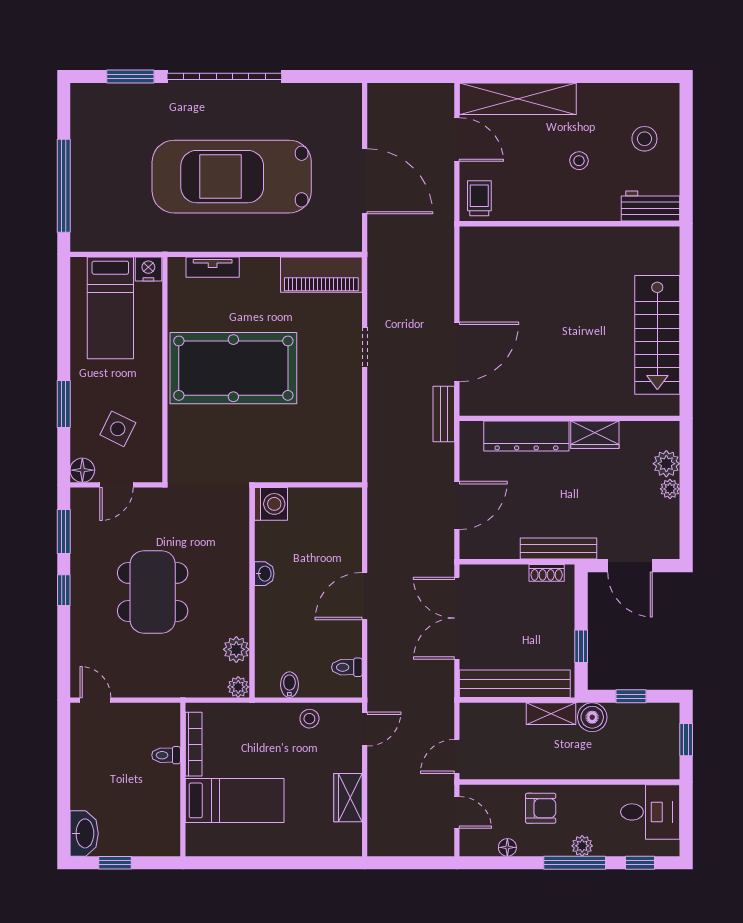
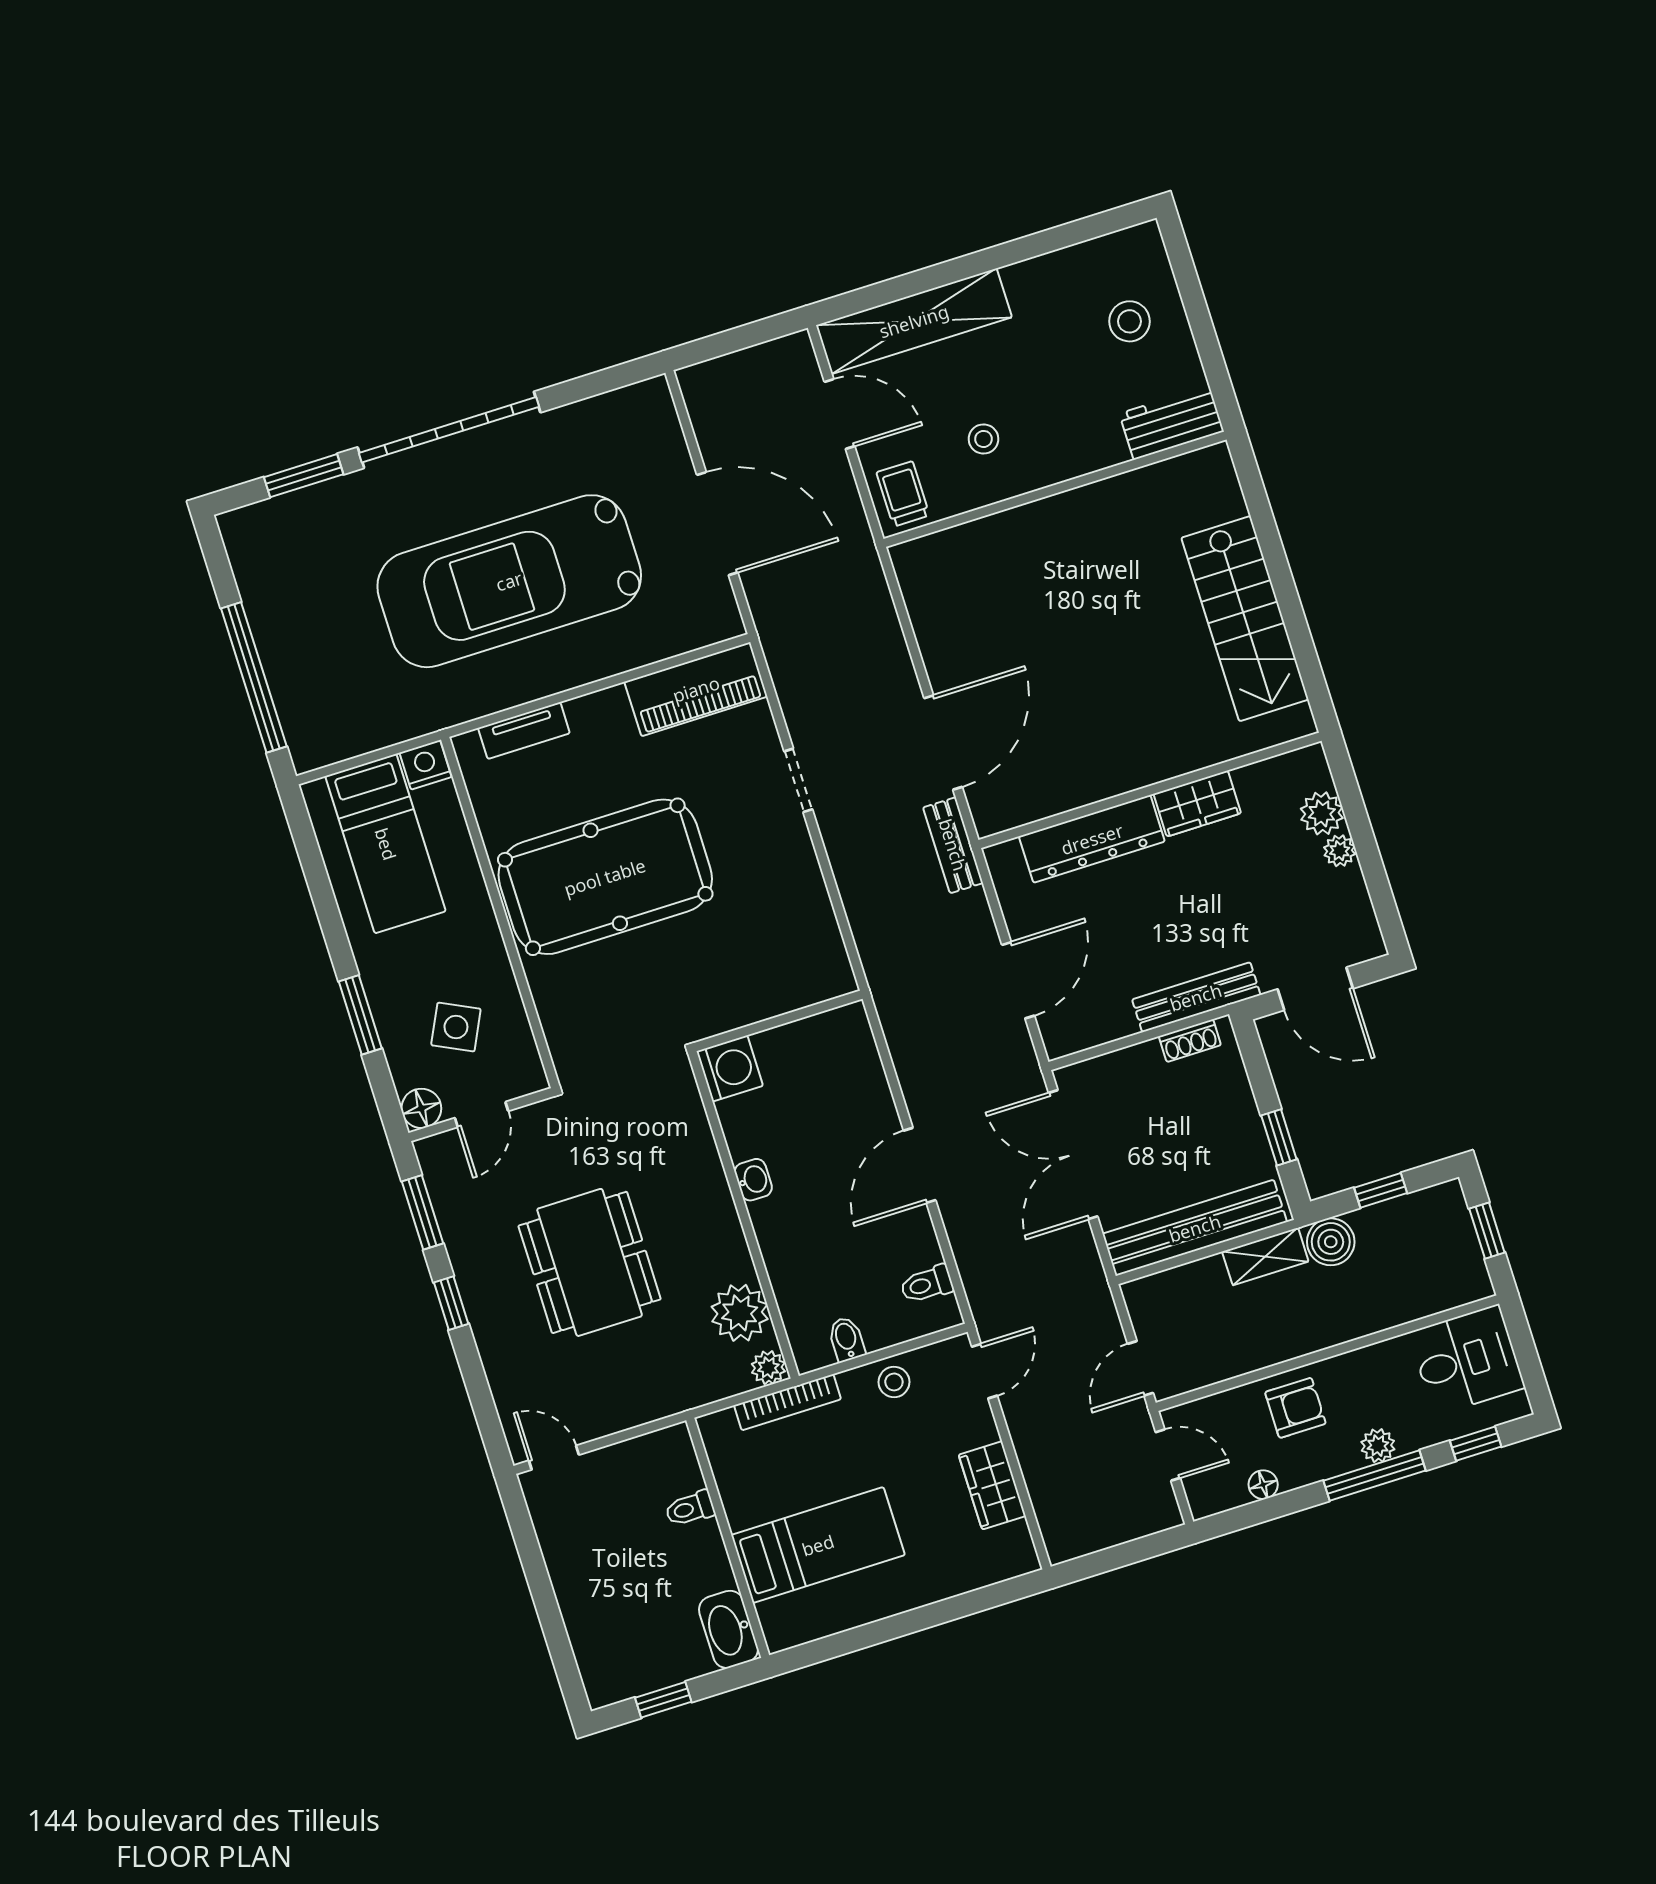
stool: (579, 161) -> (983, 439), moved
plant: (236, 649) -> (740, 1313), width x1.36, depth x1.36
bookcase: (194, 744) -> (787, 1402), moved, turned 90
washbasin: (84, 833) -> (728, 1629), moved, turned 180

